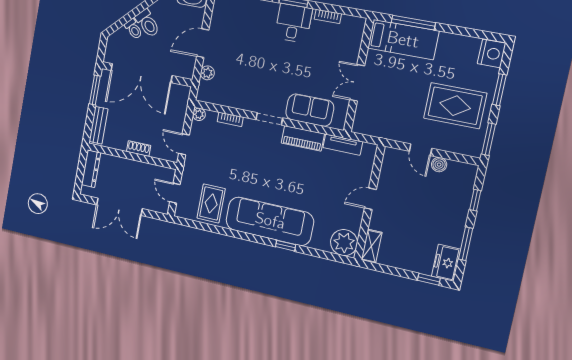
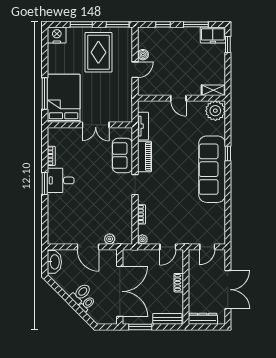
bed: (403, 40) -> (64, 98), width x1.50
rug: (211, 203) -> (209, 217), removed

